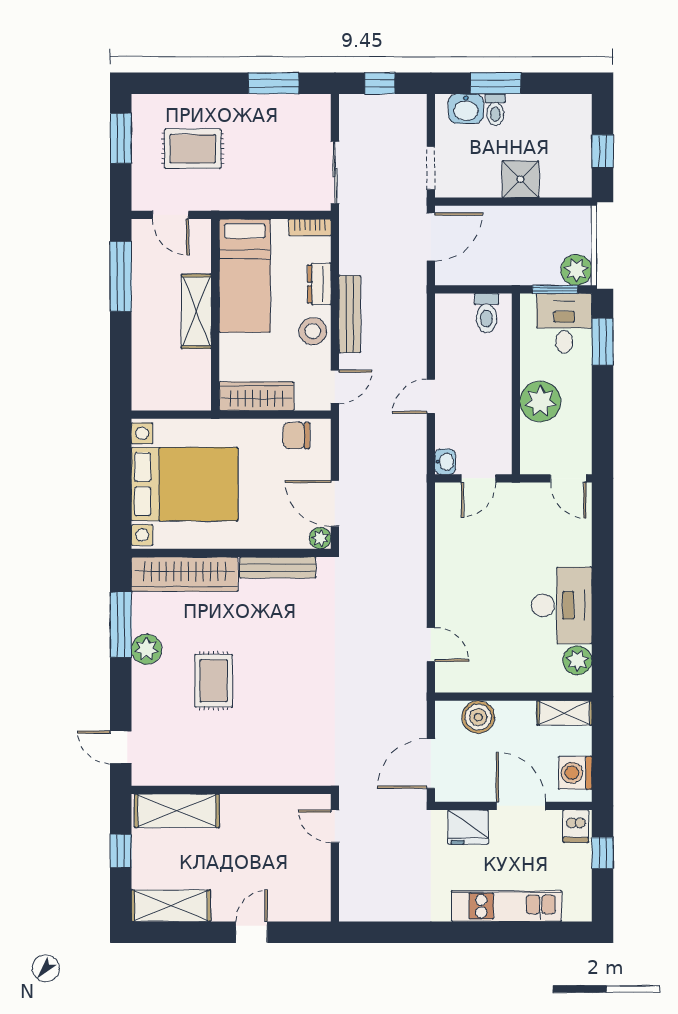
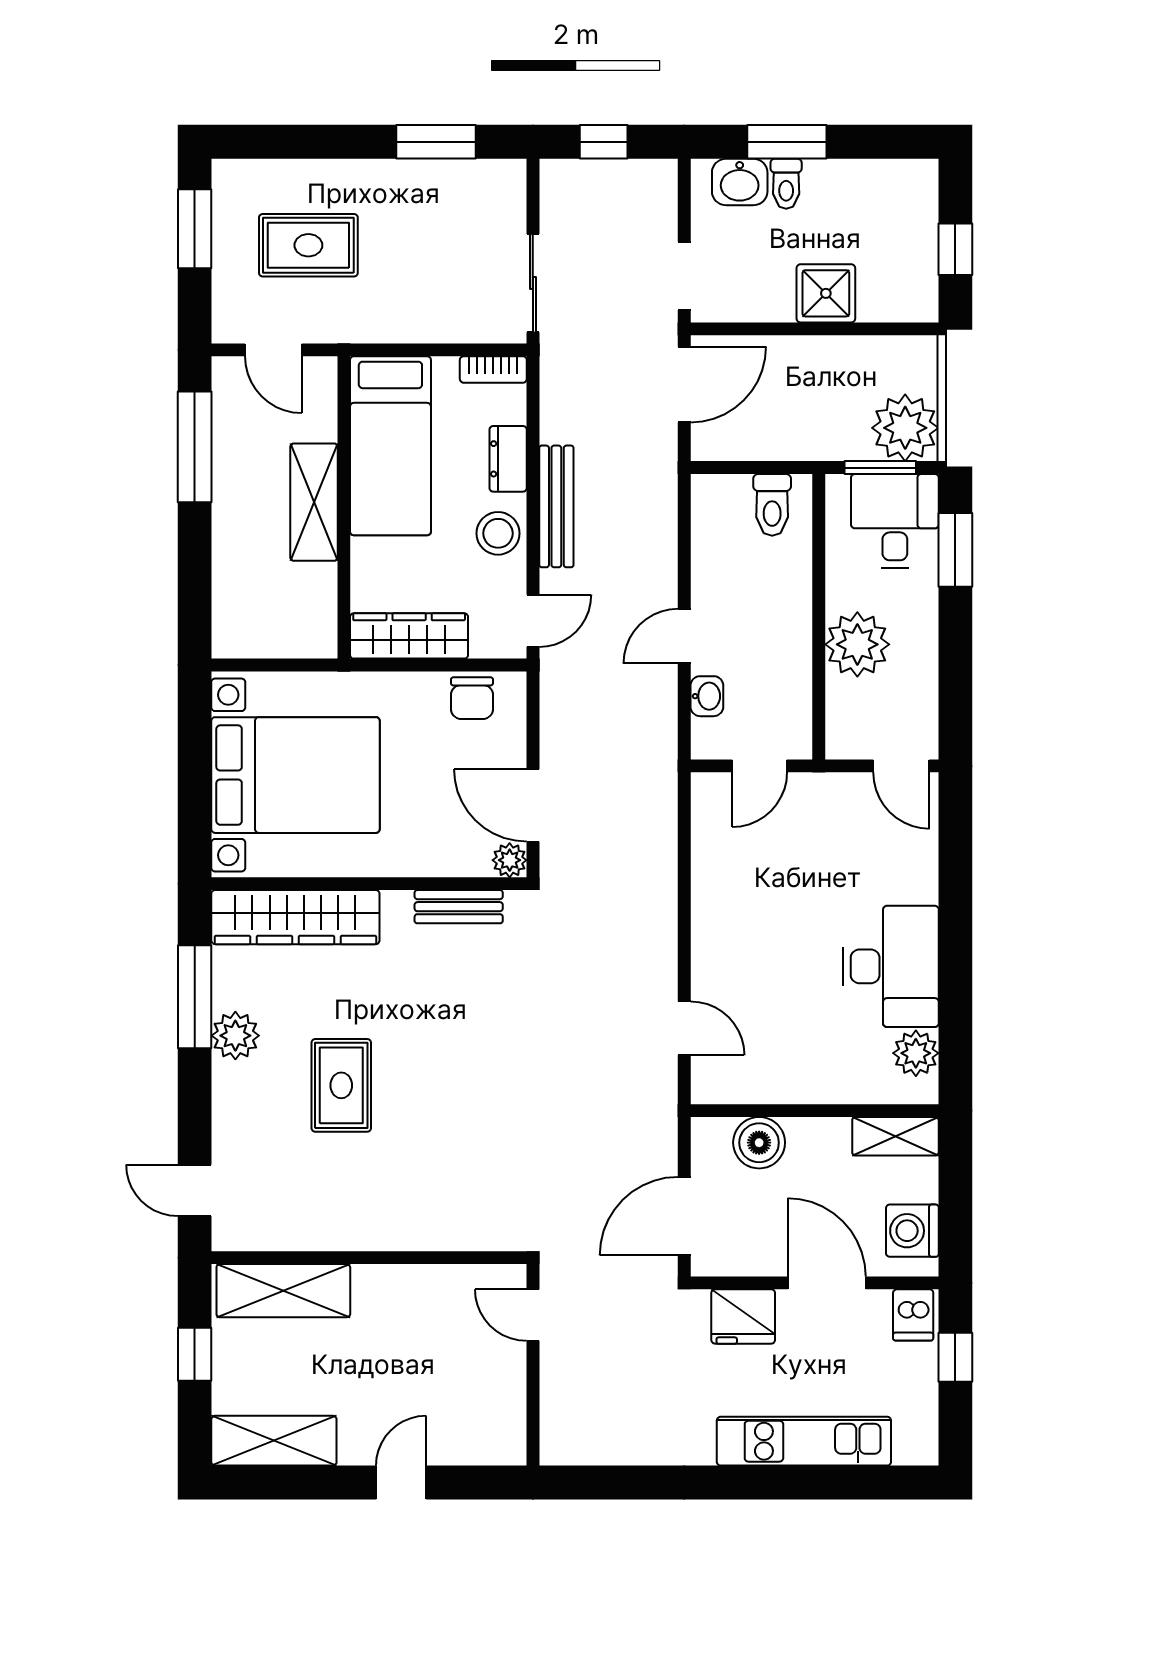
plant: (576, 270) -> (905, 428), width x1.36, depth x1.36
chair: (296, 436) -> (472, 698), turned -90
washbasin: (445, 462) -> (707, 696), moved
bench: (278, 568) -> (459, 907), width x0.73

